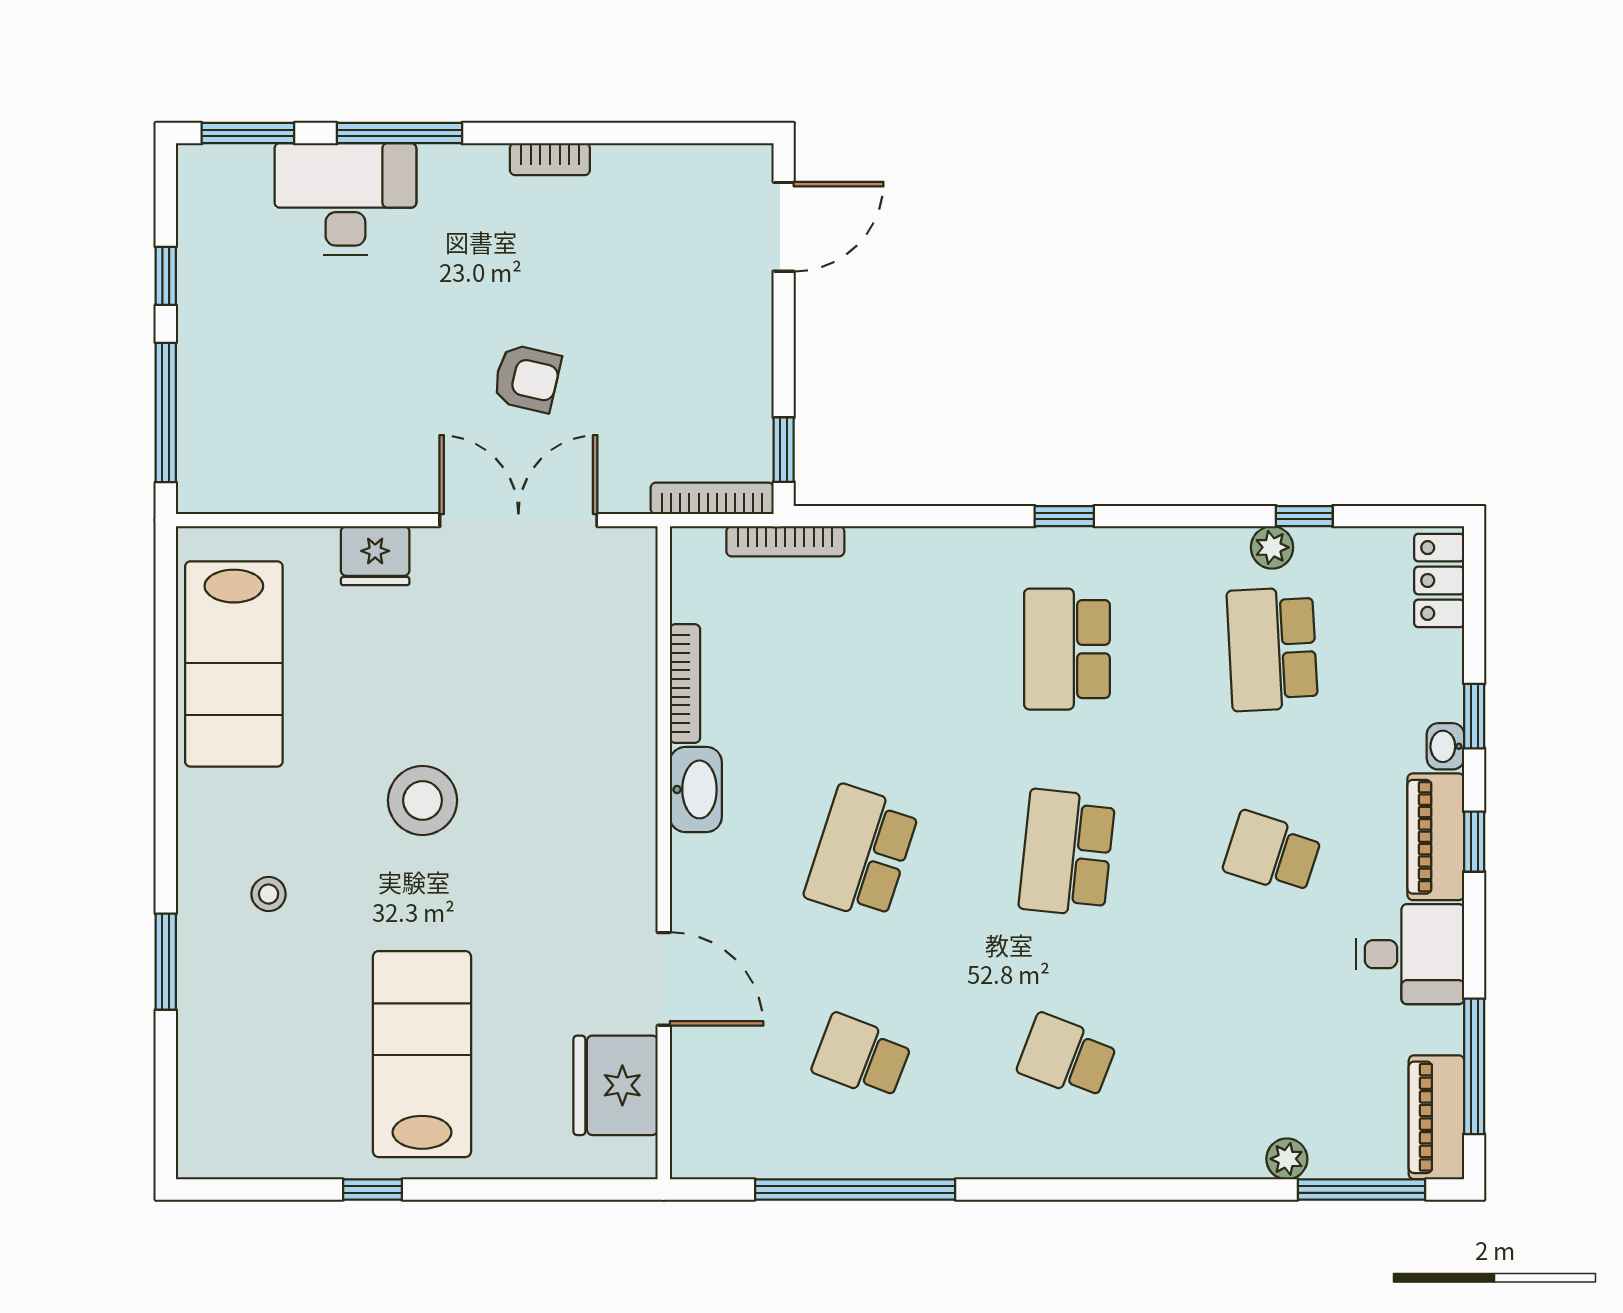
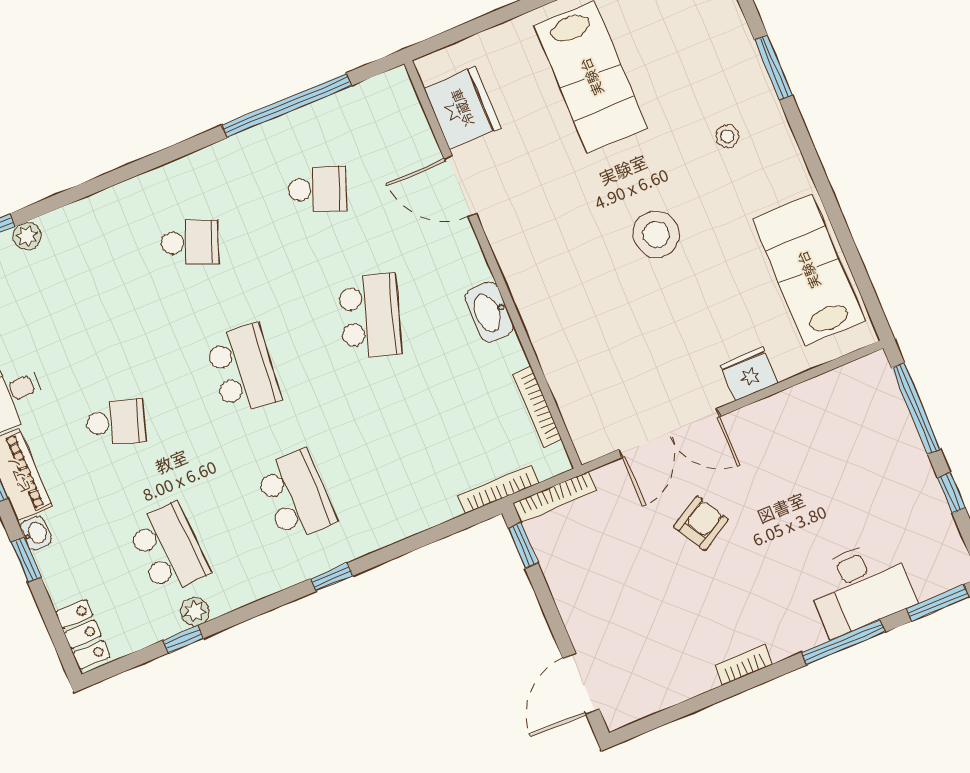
armchair: (527, 378) -> (701, 523), turned 137
bookcase: (685, 684) -> (537, 407), moved

